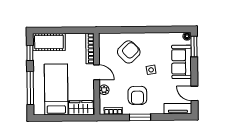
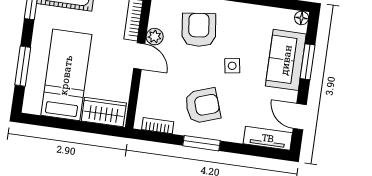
window: (194, 46) -> (307, 62), moved
armchair: (129, 52) -> (199, 30), turned -53
window: (30, 88) -> (23, 66), width x0.69
plant: (104, 90) -> (155, 37), moved
armchair: (137, 95) -> (203, 106), turned -109

